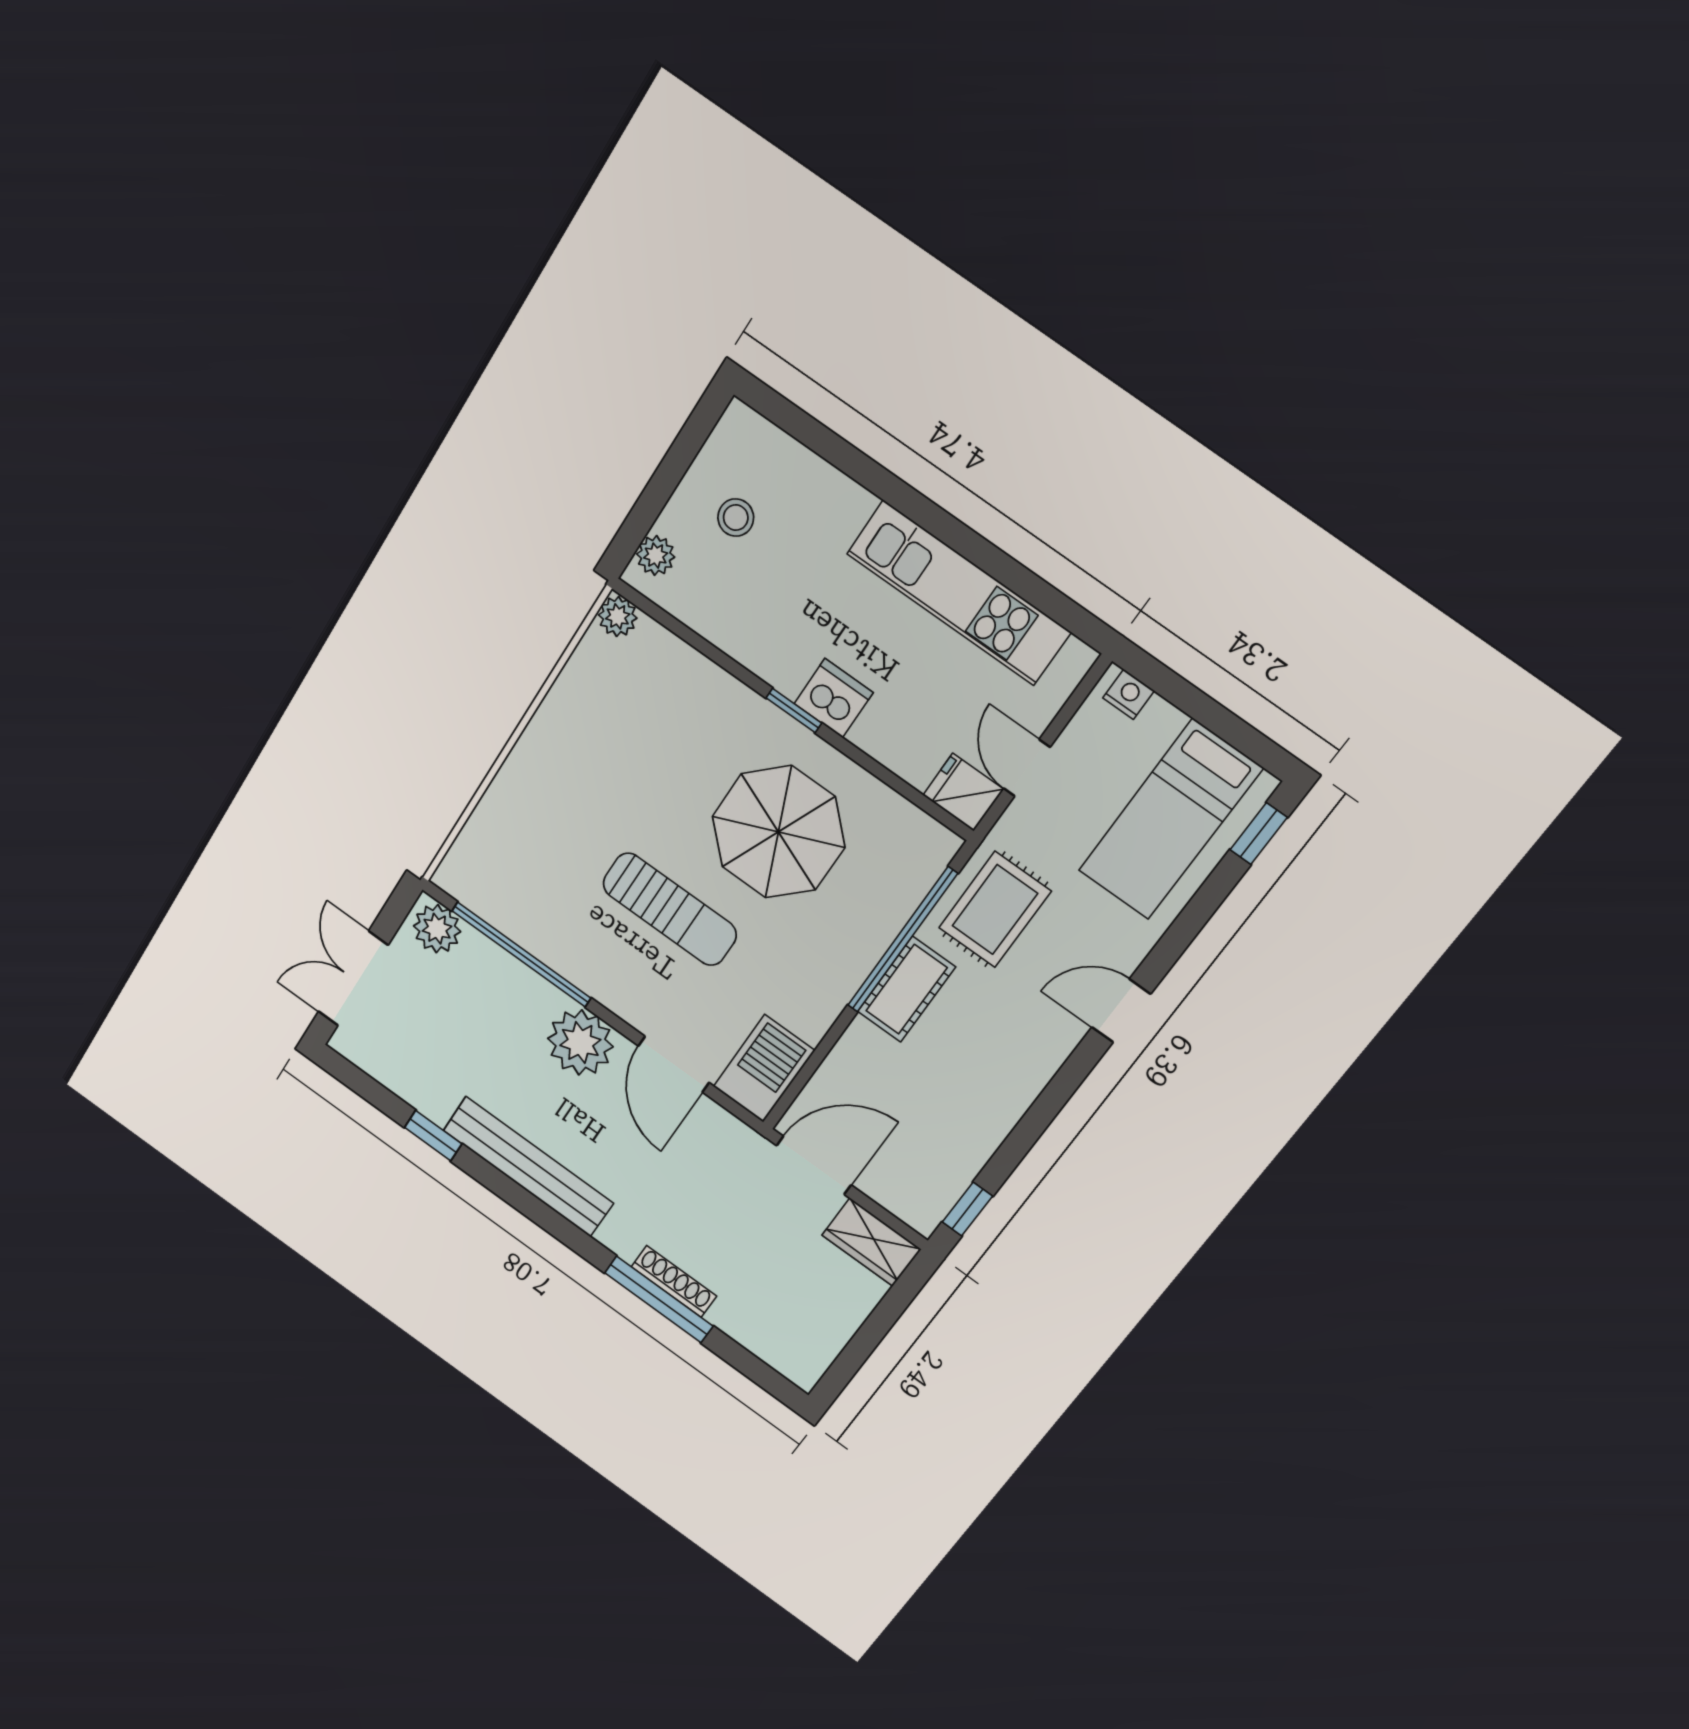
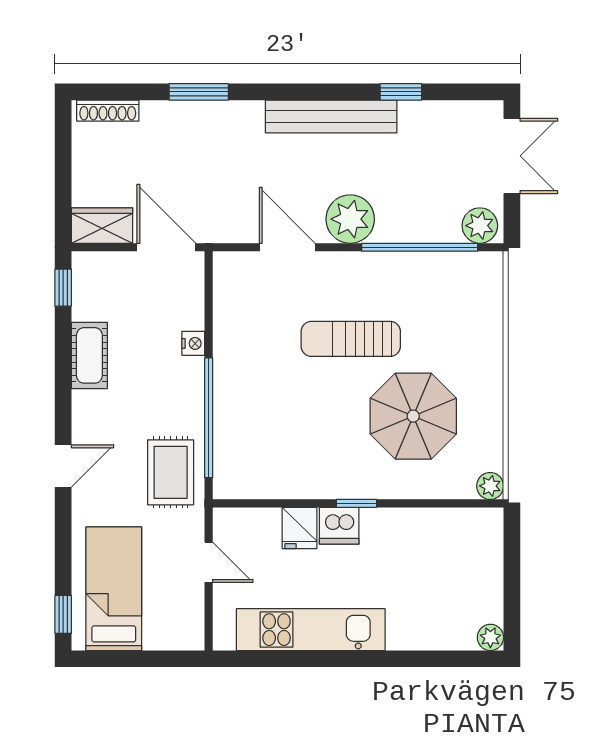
stool: (736, 518) -> (459, 586), removed
plant: (656, 556) -> (490, 637), moved
nightstand: (1128, 694) -> (193, 343), moved, turned -90
fridge: (963, 792) -> (300, 528), moved, turned 90
parasol: (778, 832) -> (413, 416), moved
cot: (906, 989) -> (89, 355), moved
barbecue: (764, 1069) -> (234, 284), removed
door: (814, 1165) -> (166, 247), swing flipped
shoe rack: (674, 1281) -> (108, 111), moved
window: (659, 1299) -> (199, 92), width x0.69

